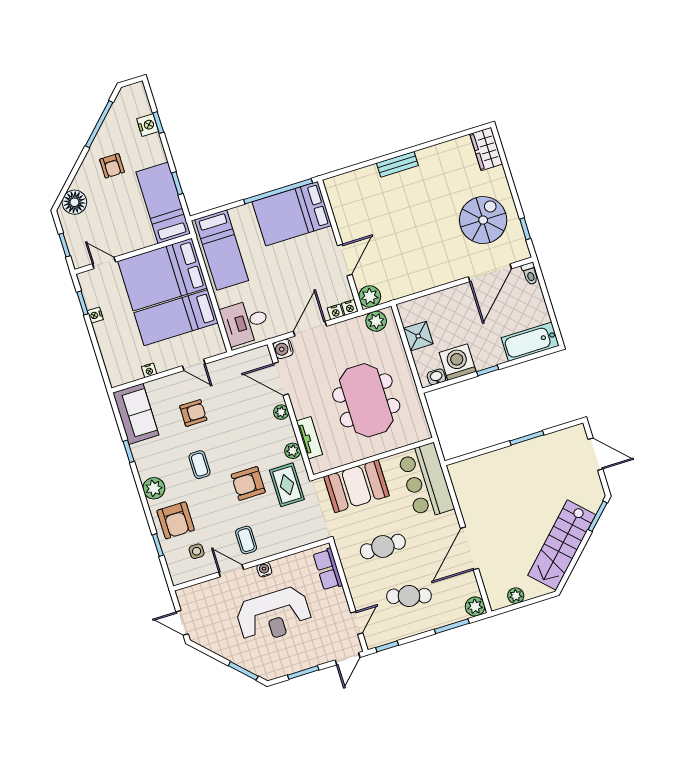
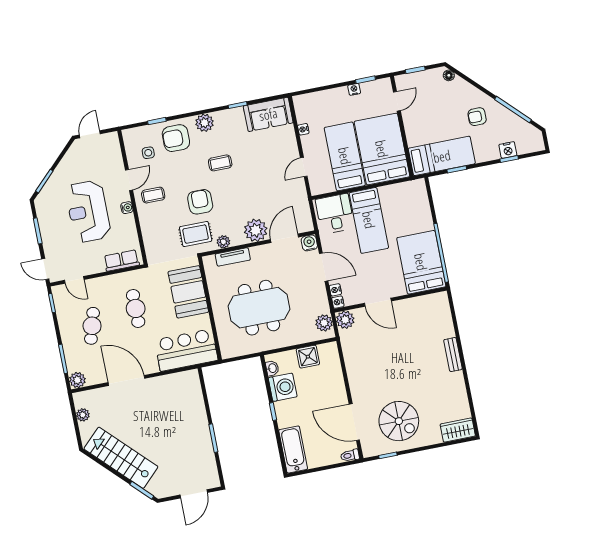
floor lamp: (74, 202) -> (449, 75), width x0.53, depth x0.53
bed: (222, 250) -> (369, 220), moved, turned -90
plant: (281, 412) -> (256, 230), width x1.88, depth x1.88
armchair: (193, 413) -> (264, 162), removed

